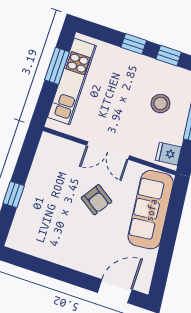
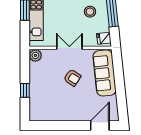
plant: (49, 144) -> (35, 55), added
double door: (108, 150) -> (69, 48), swing flipped

